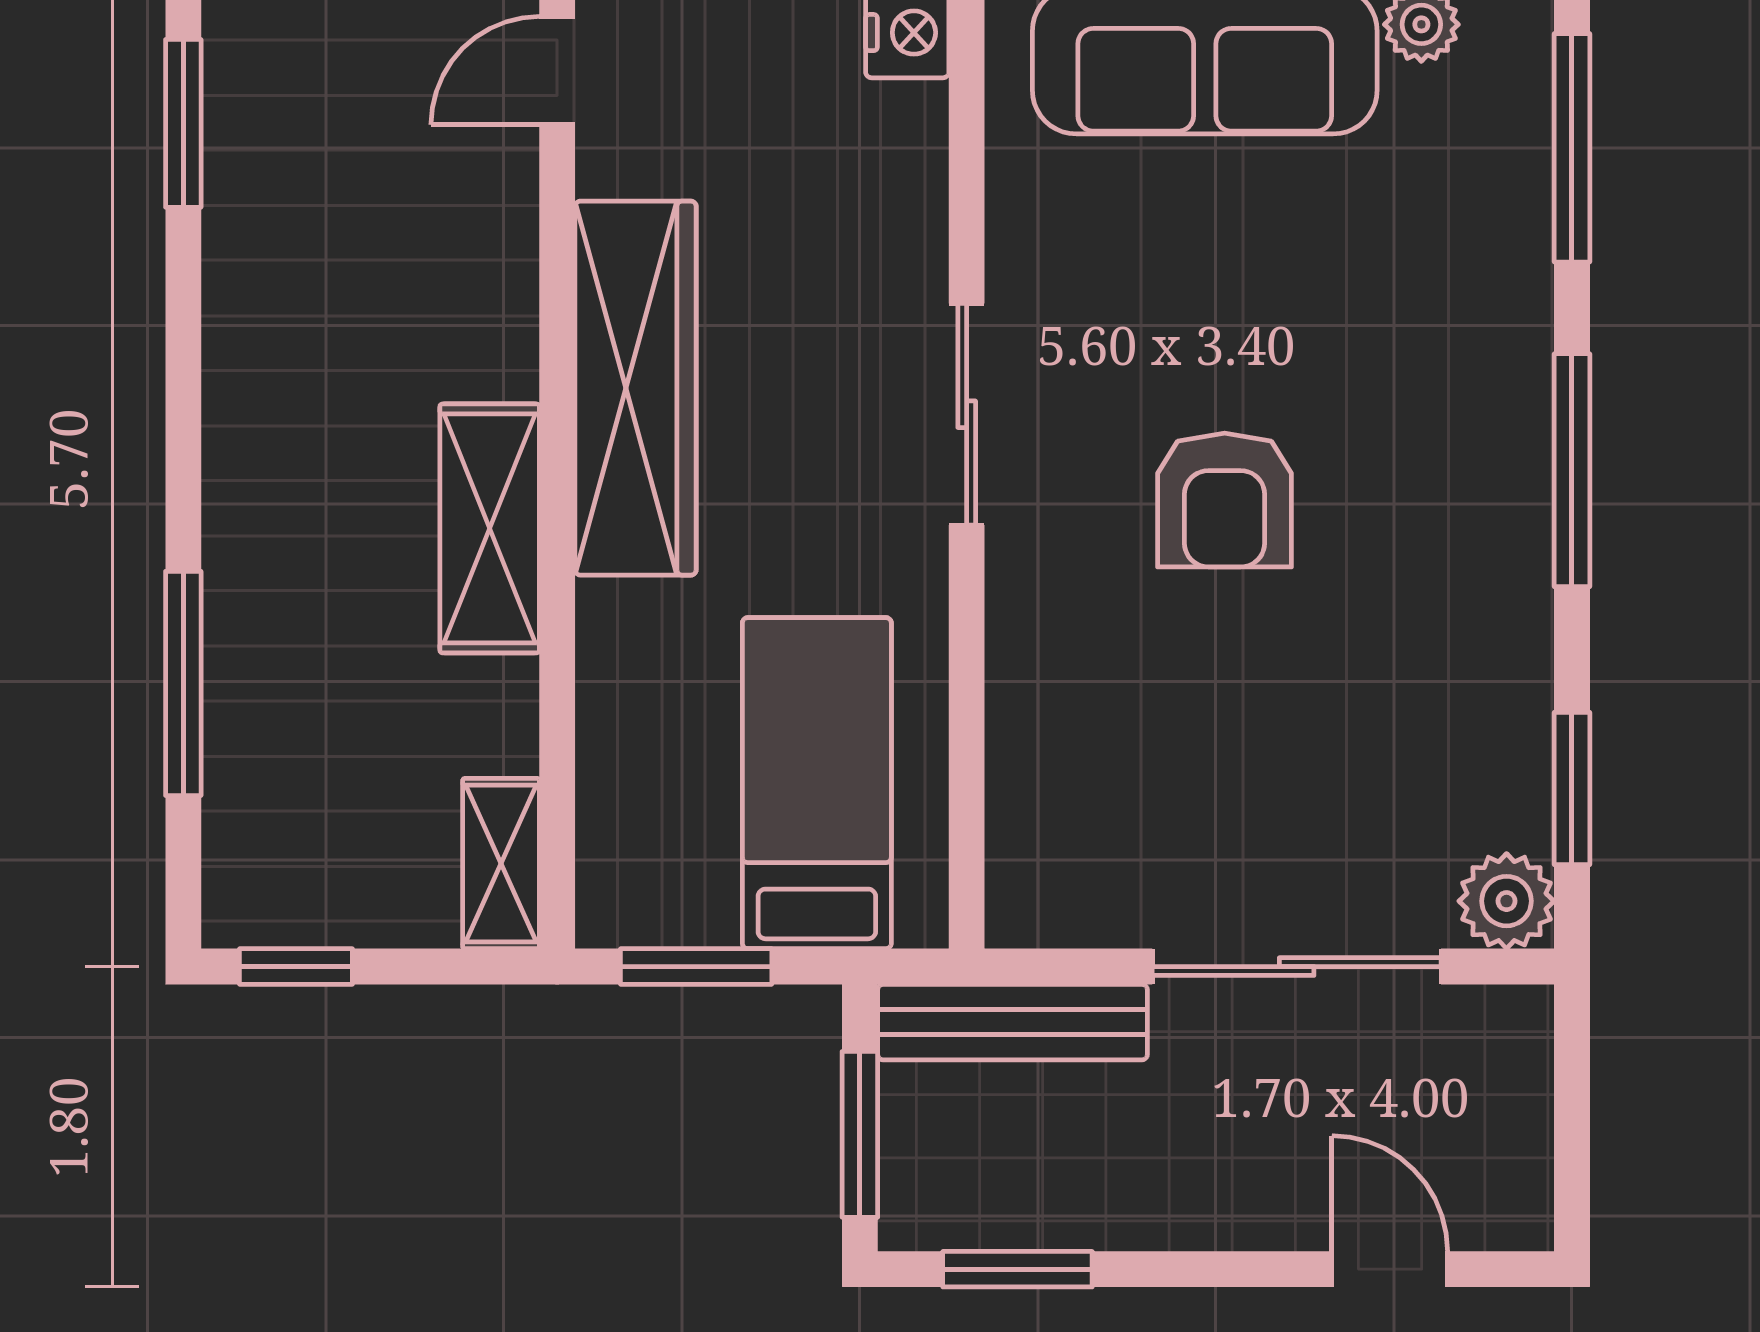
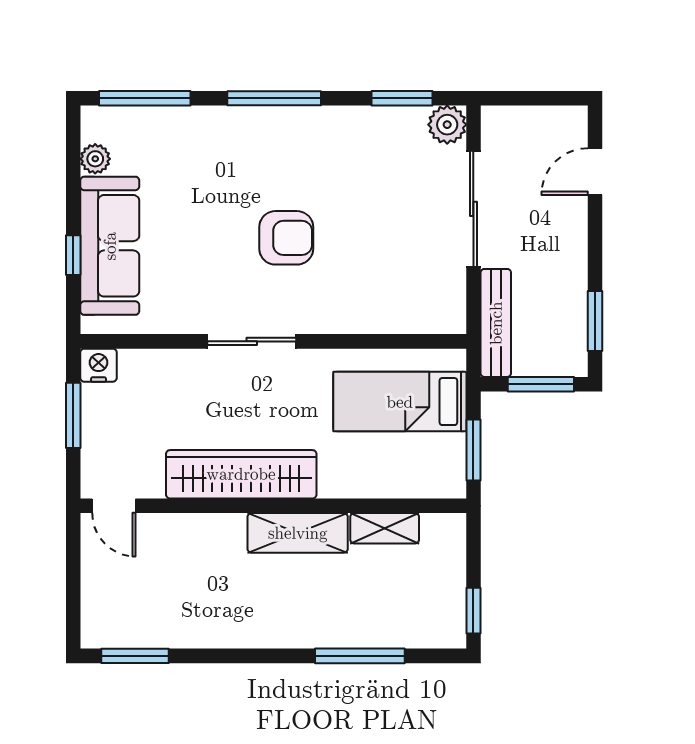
shelving: (501, 864) -> (385, 528), moved

